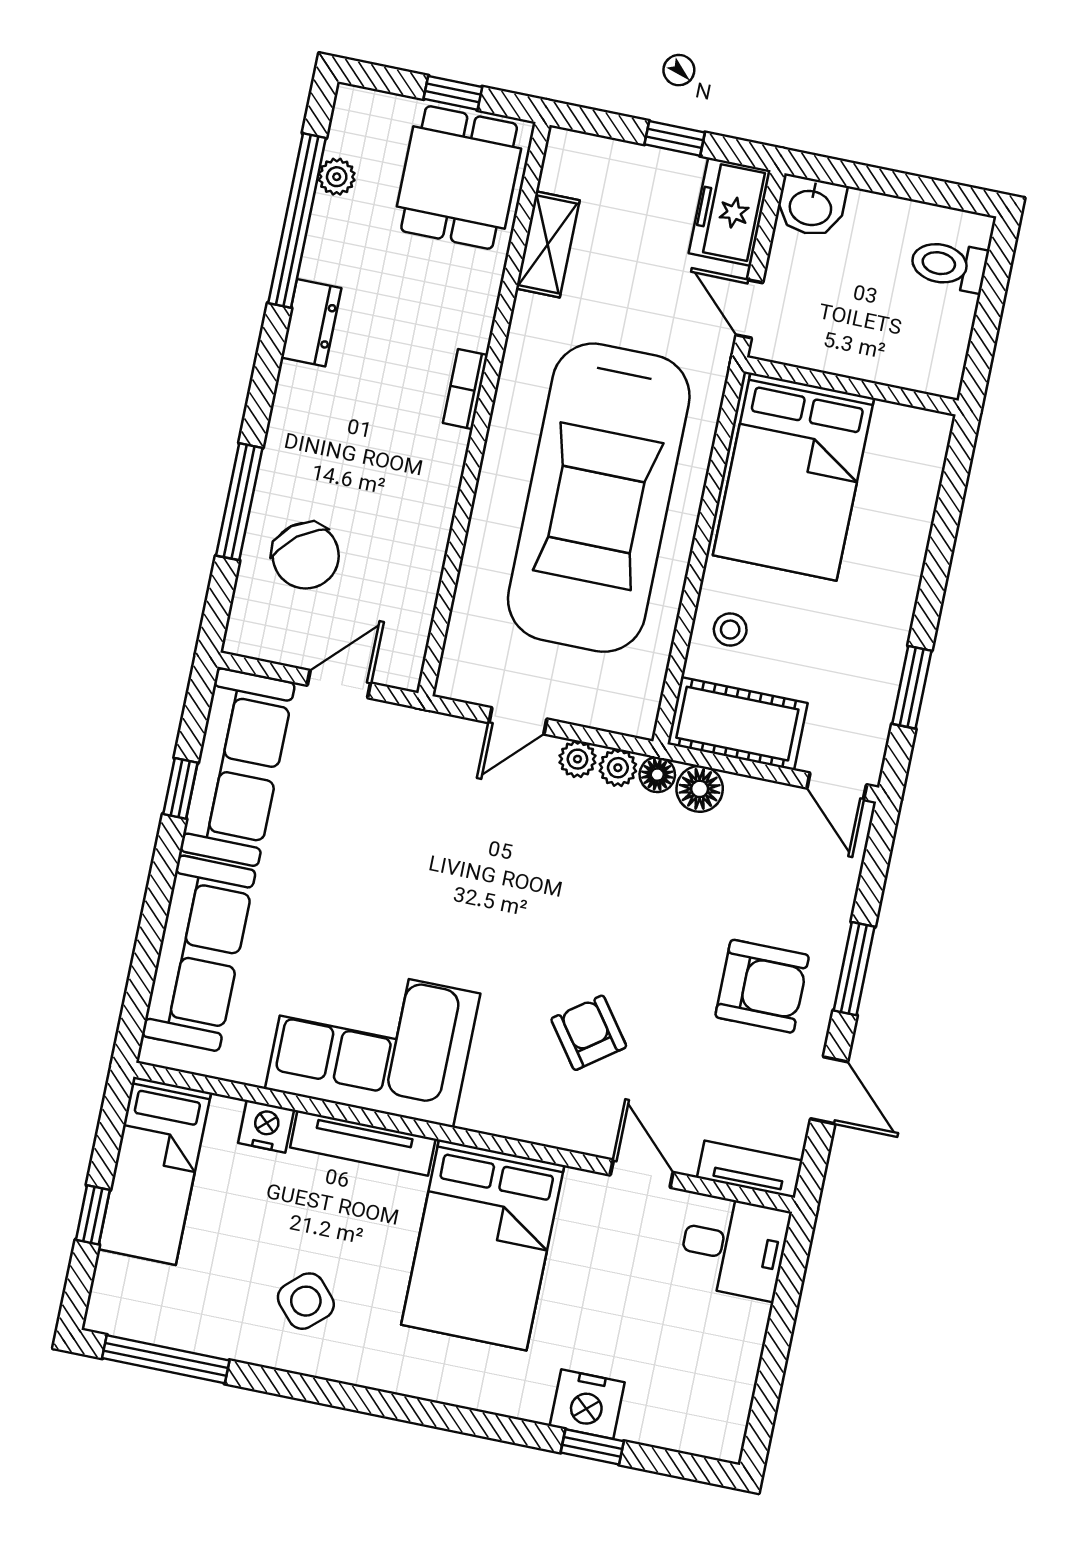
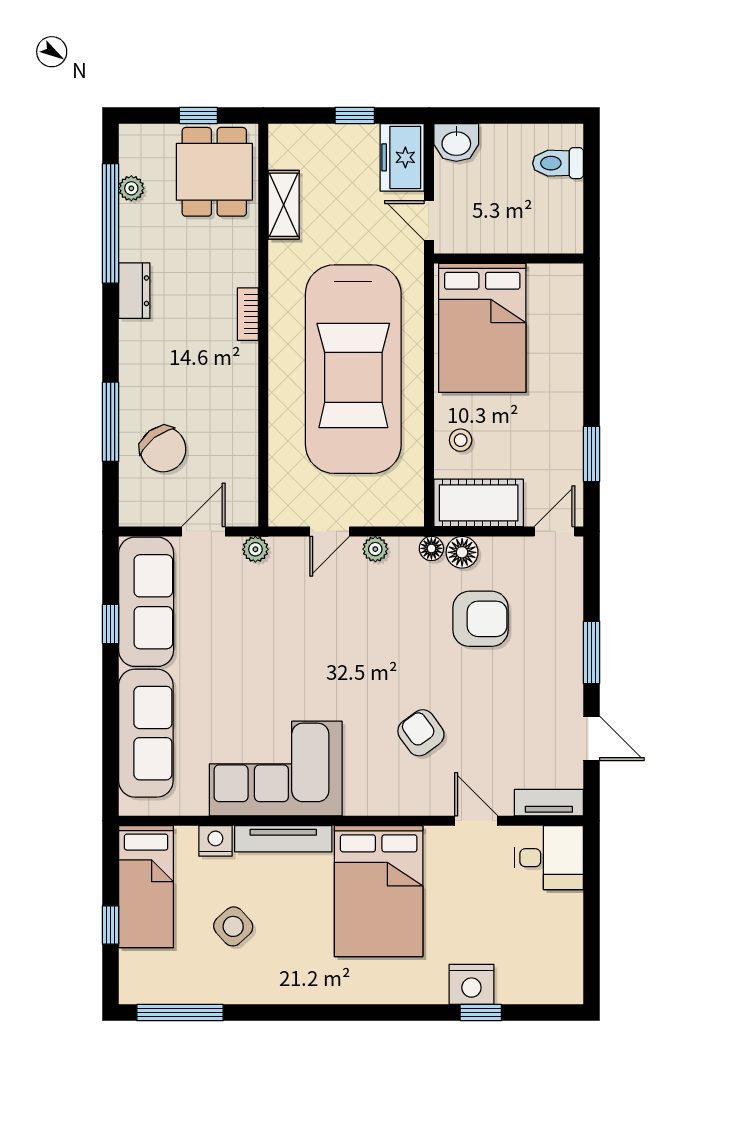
plant: (618, 768) -> (255, 549), moved
door: (837, 786) -> (555, 531), swing flipped
armchair: (762, 986) -> (480, 619), moved
side table: (306, 1301) -> (233, 926), moved

